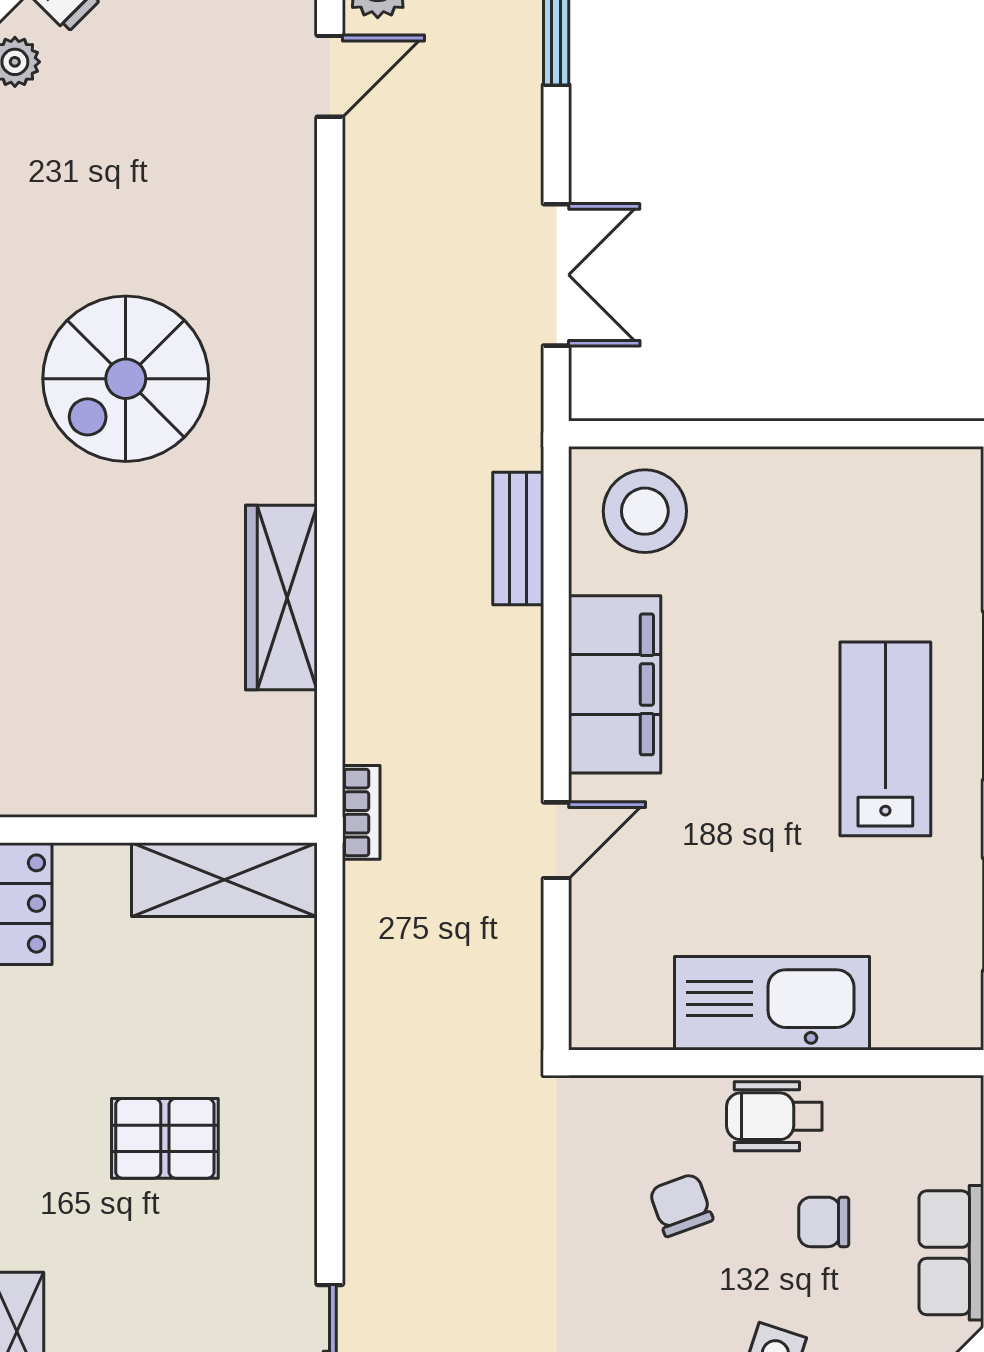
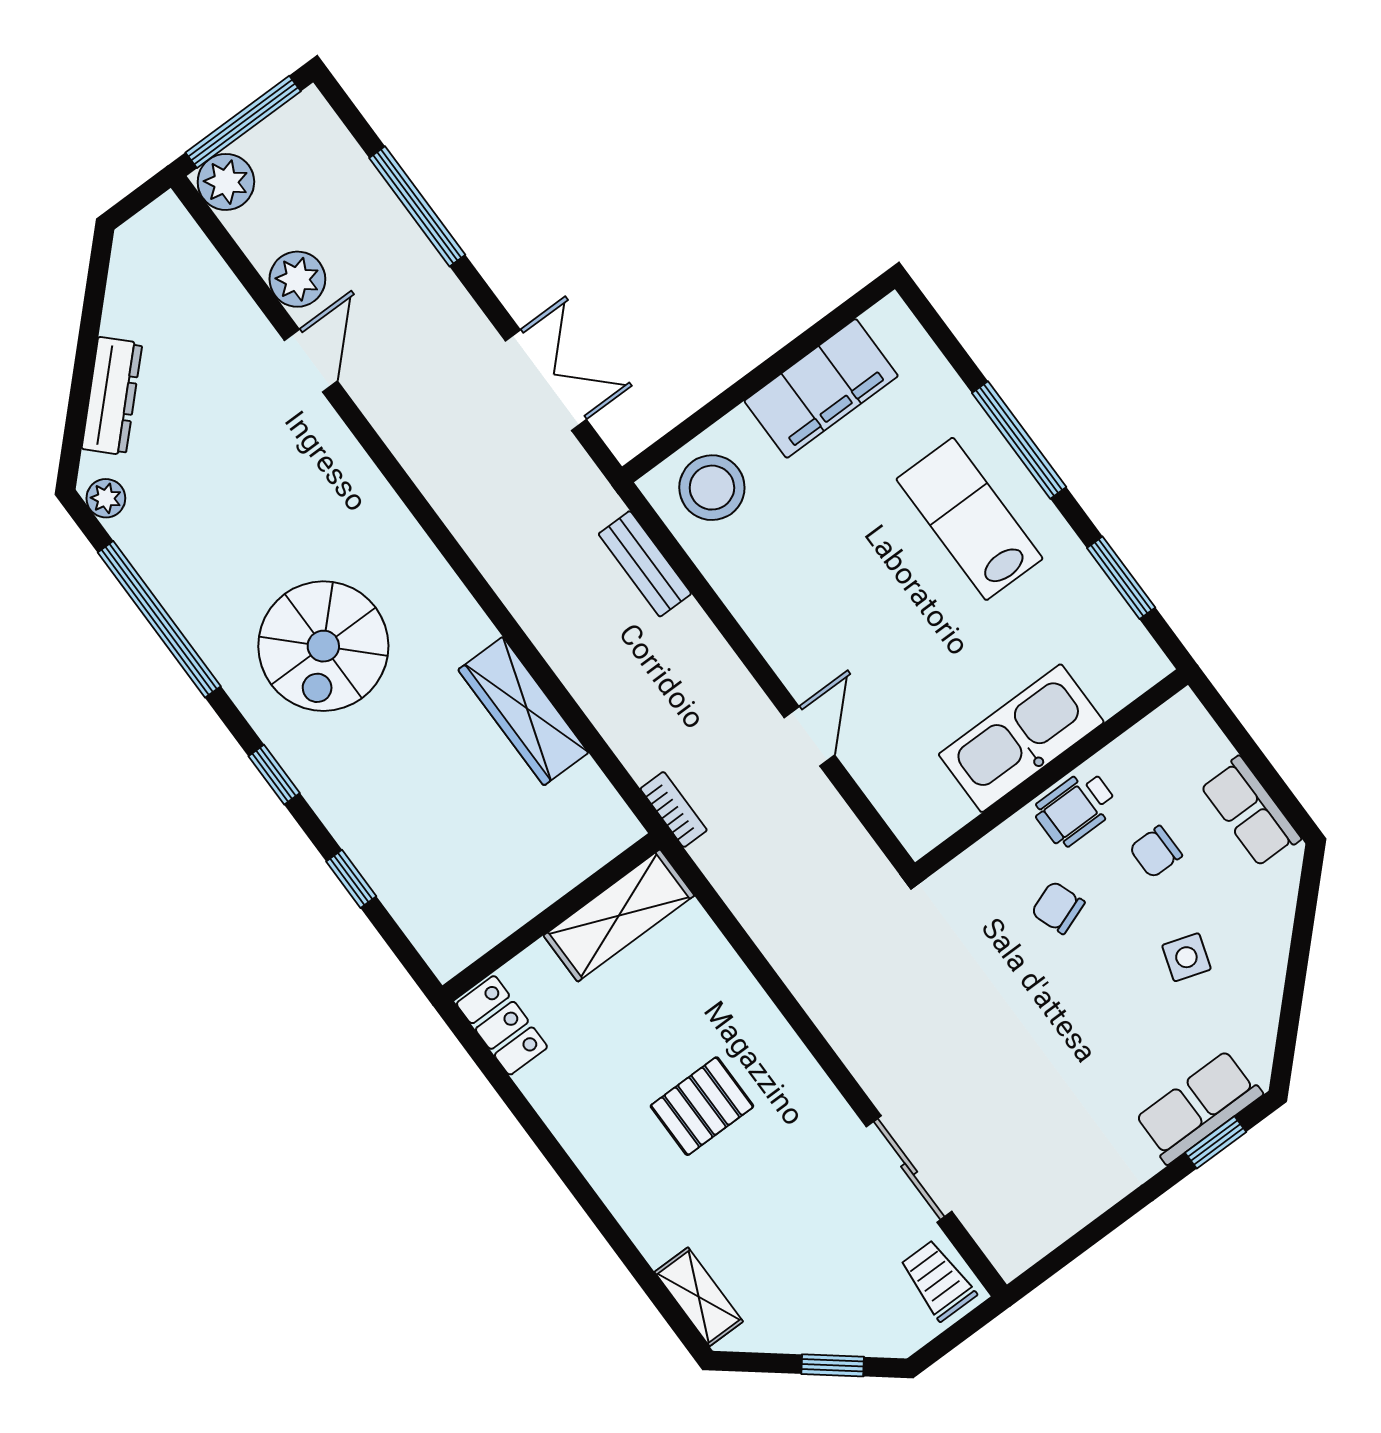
filing cabinet: (615, 684) -> (821, 388), moved, turned 90

